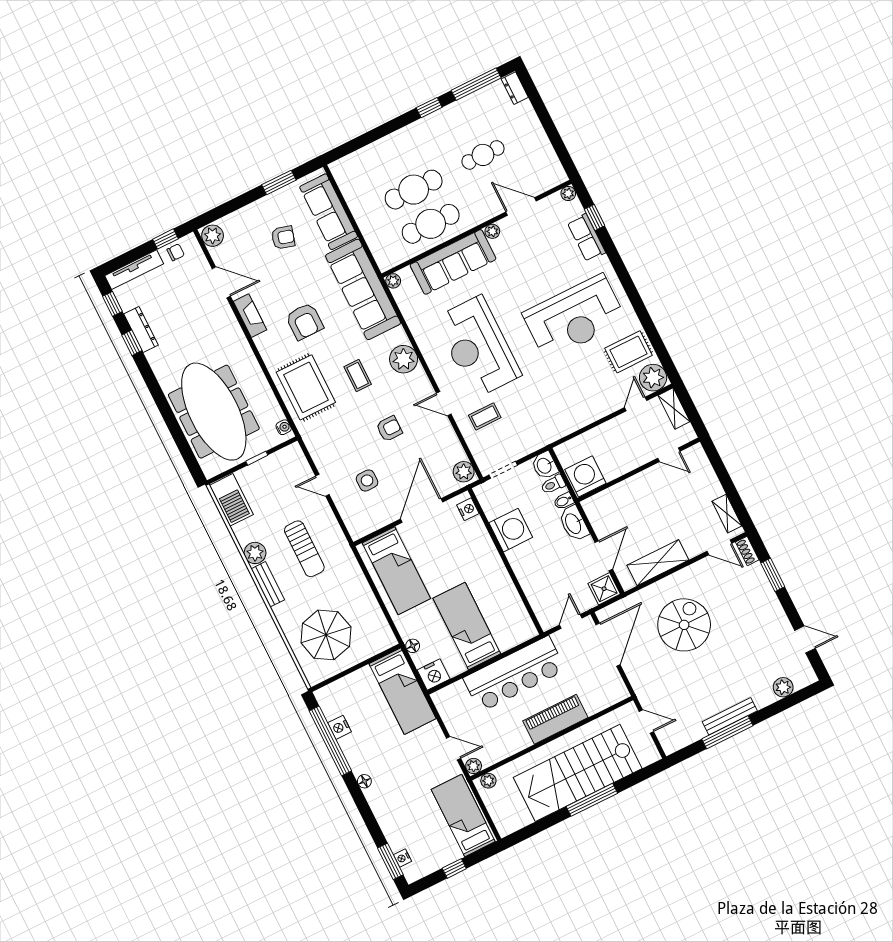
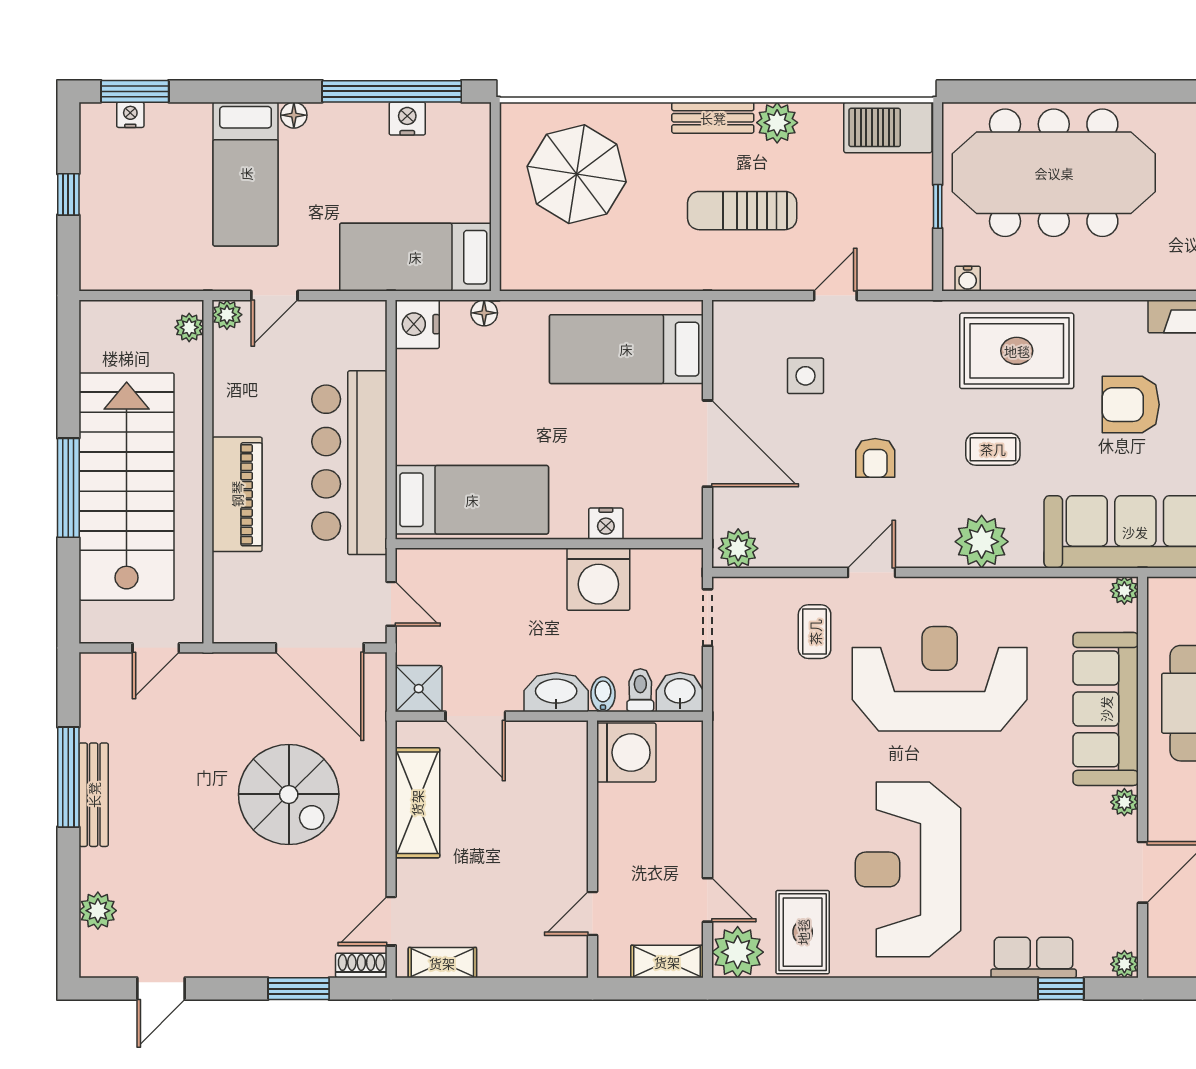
nightstand: (468, 509) -> (606, 524), moved
bed: (467, 626) -> (472, 500), moved
bed: (463, 816) -> (246, 174), moved, turned 90

